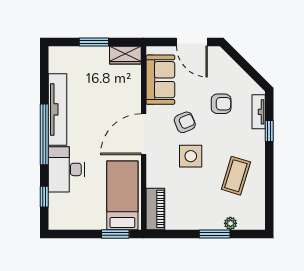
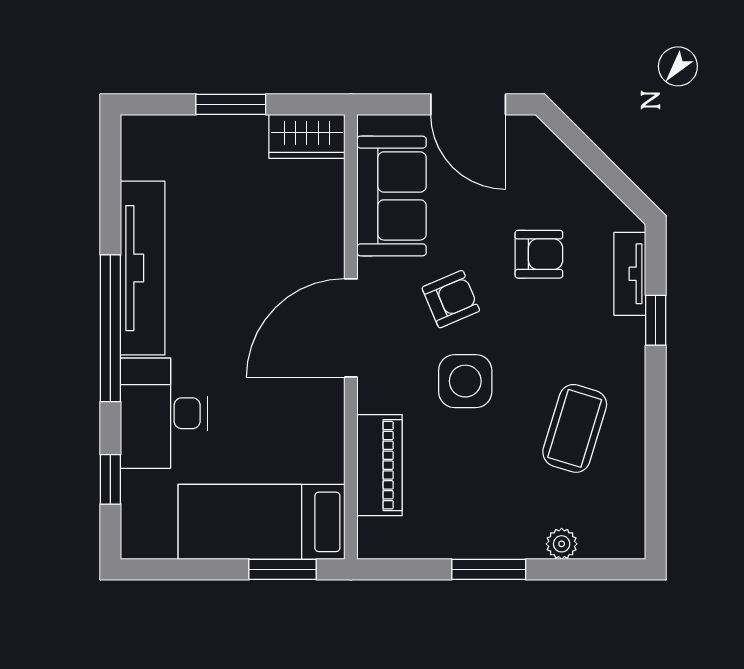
bed: (122, 195) -> (262, 522), moved, turned -90
piano: (155, 209) -> (380, 465), moved
window: (215, 234) -> (489, 569), moved

